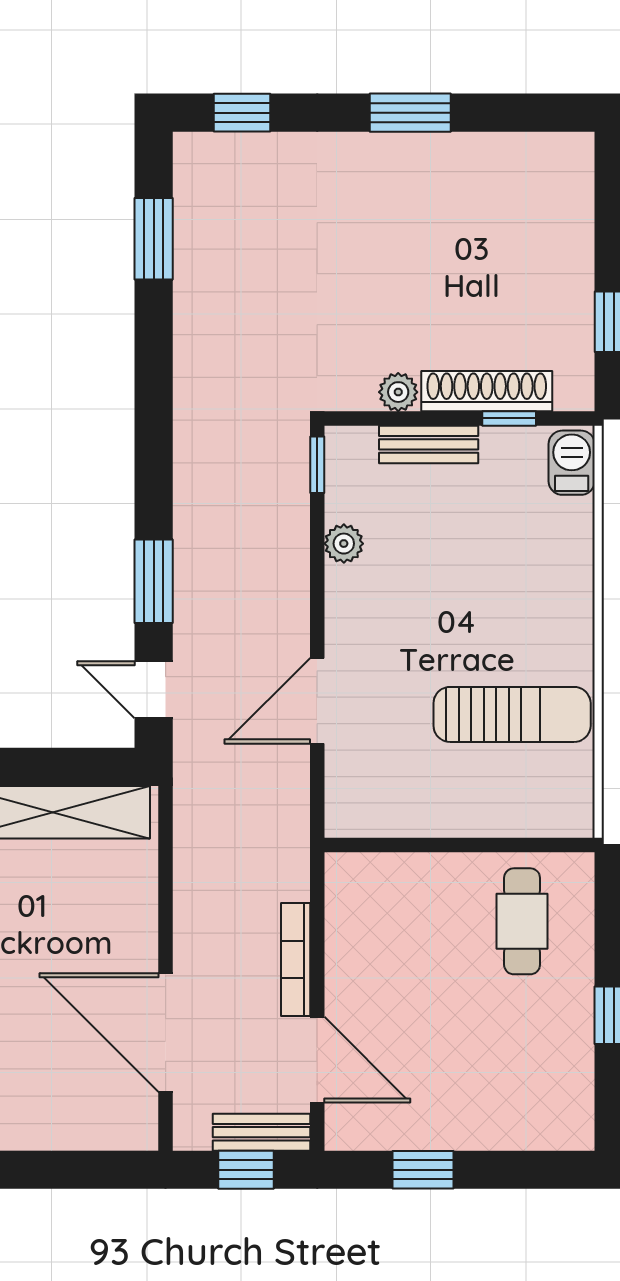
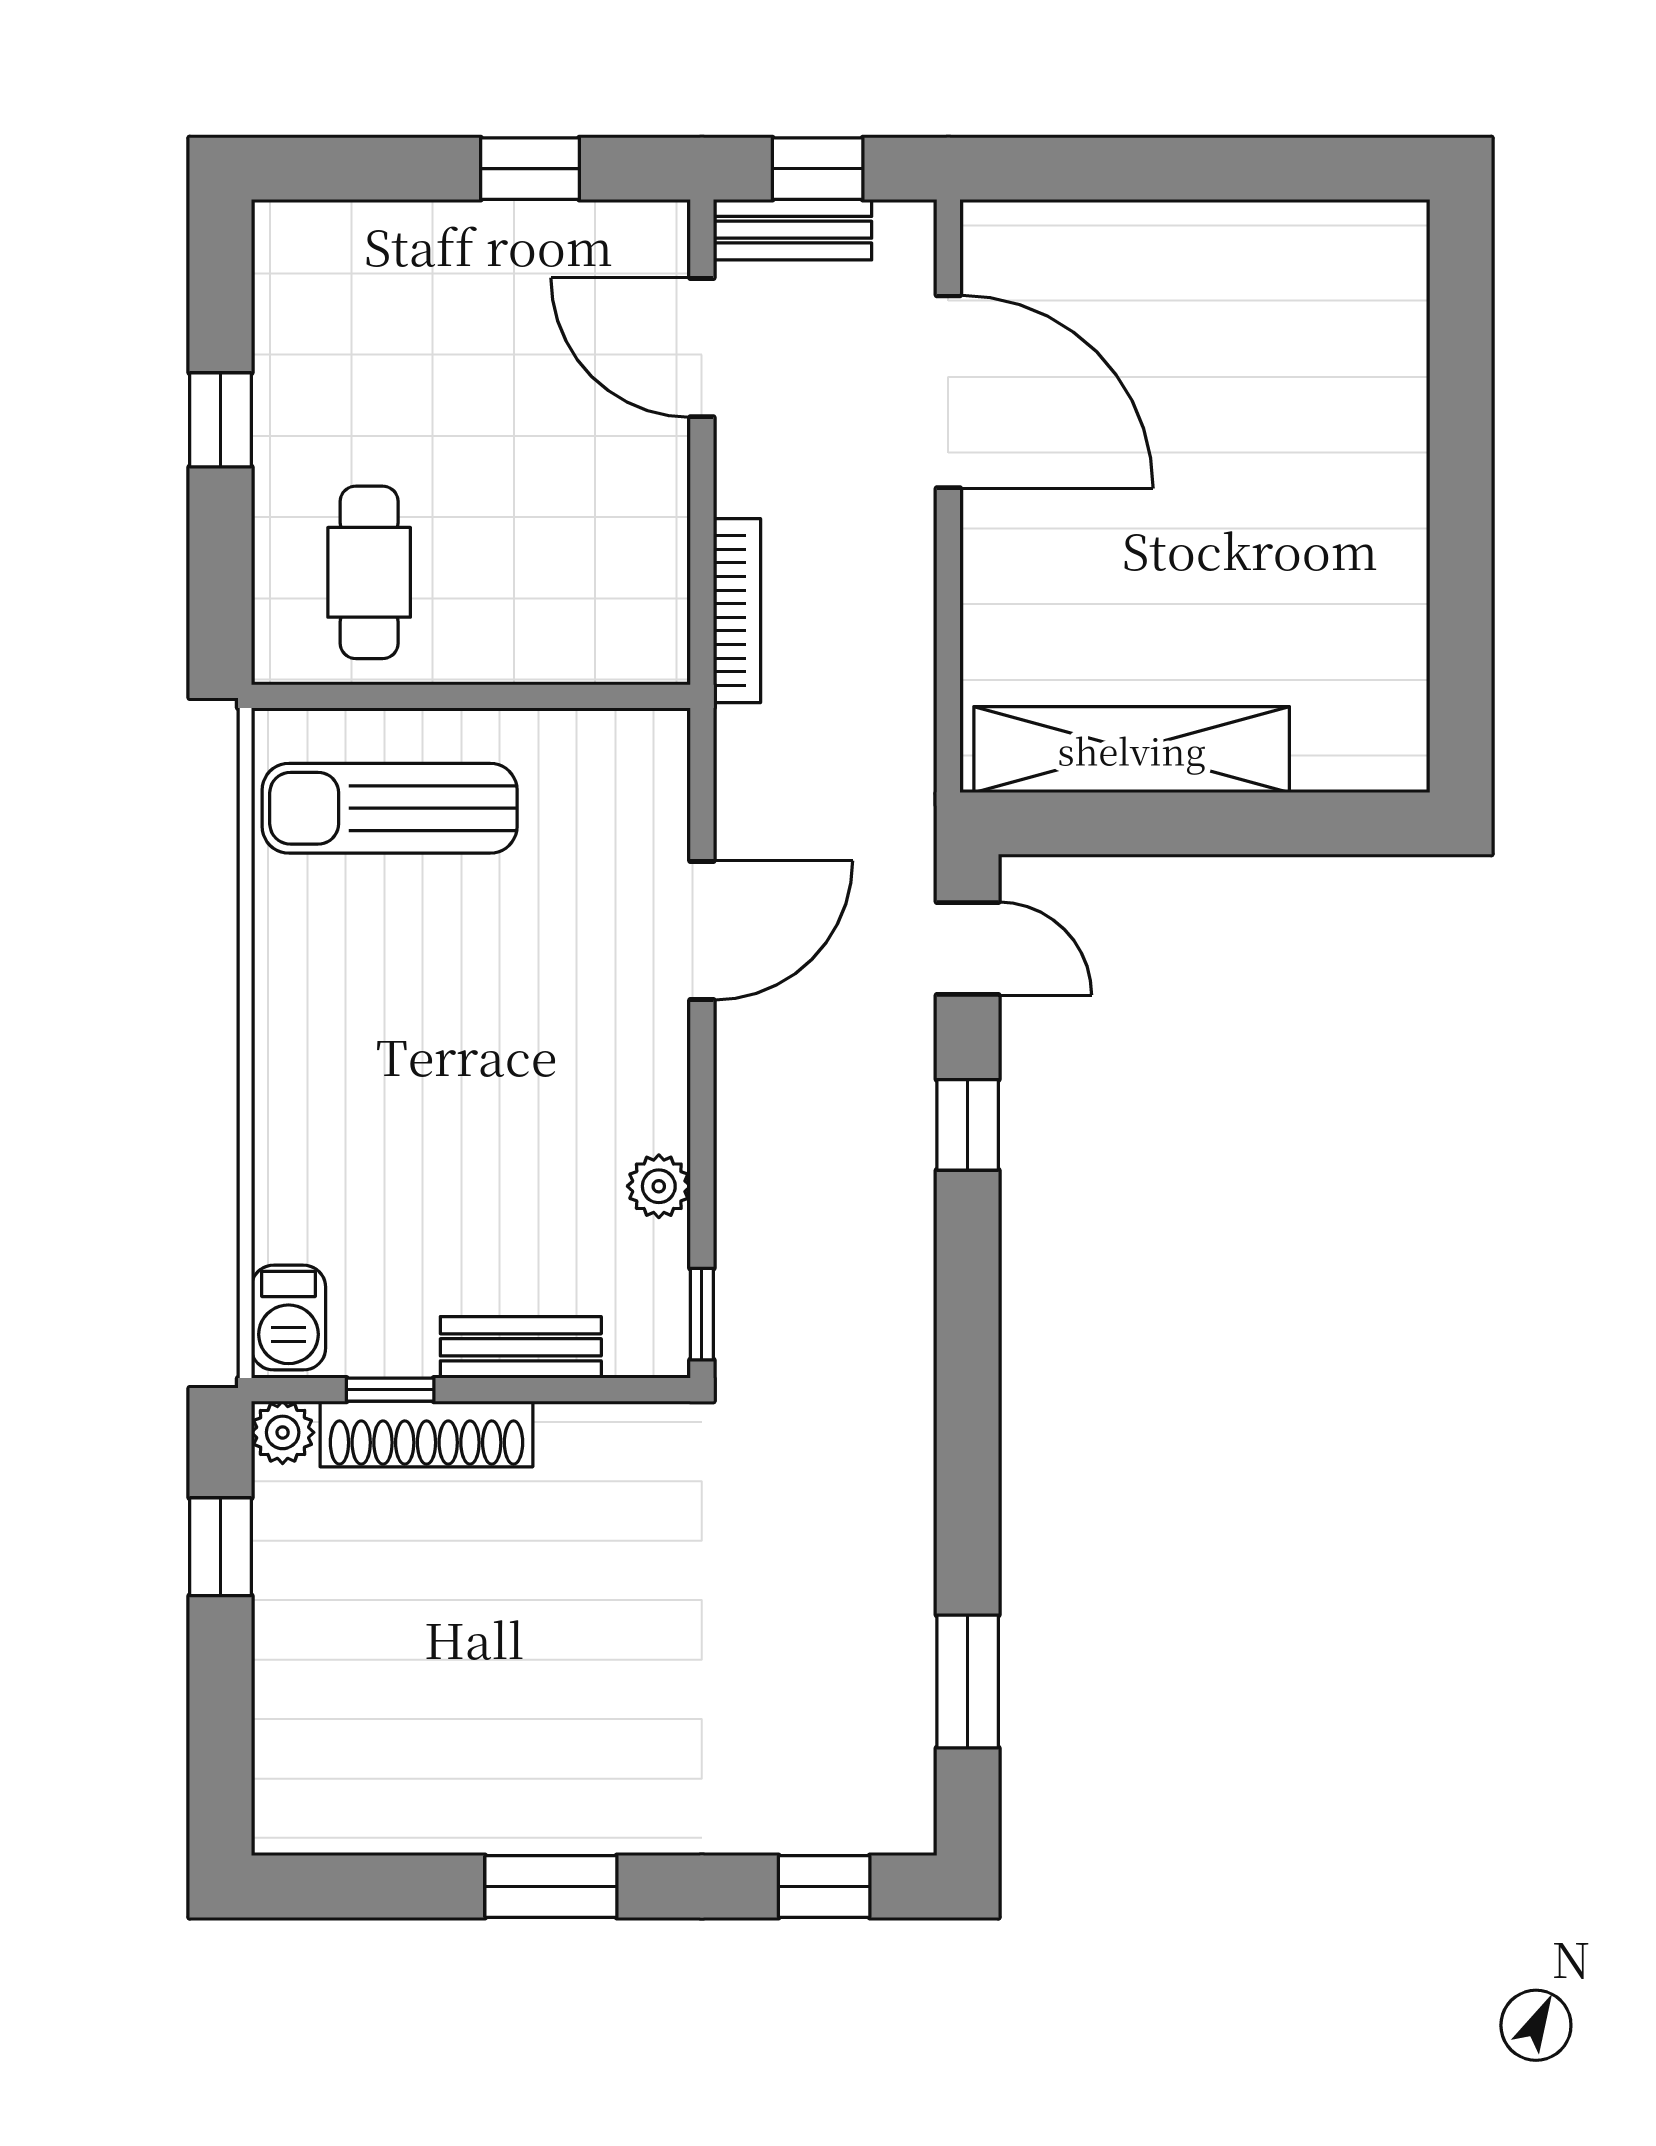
plant: (398, 392) -> (283, 1432), moved
window: (154, 581) -> (968, 1125), width x0.67
sun lounger: (512, 714) -> (390, 808), moved
bookcase: (296, 959) -> (737, 611), moved

